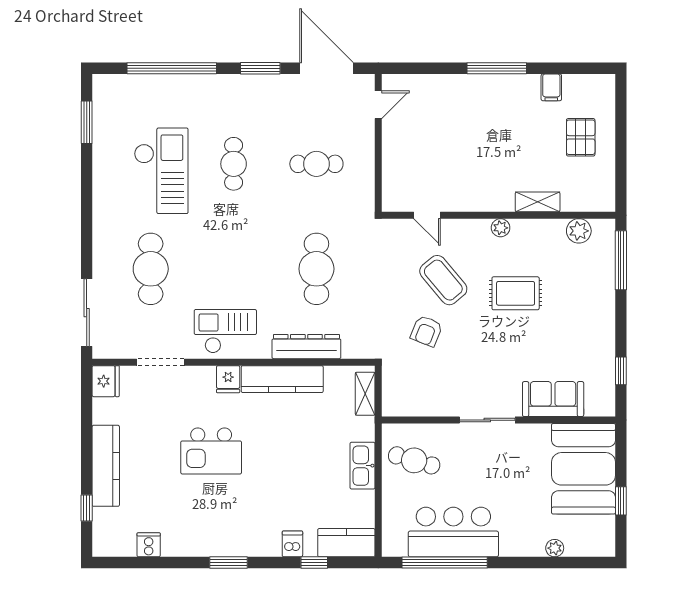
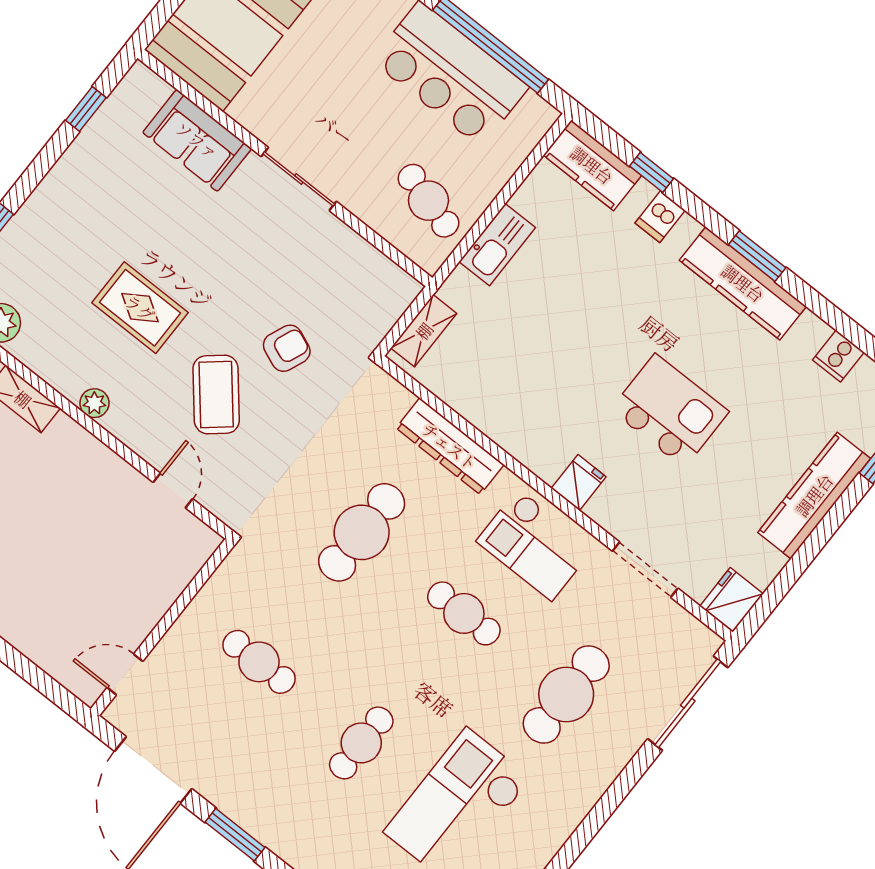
cafe table: (234, 269) -> (464, 613), added
kitchen counter: (282, 379) -> (743, 283), moved, turned 180

